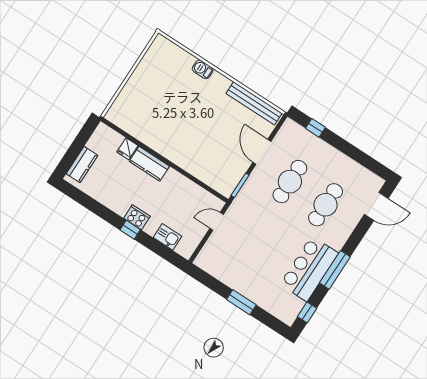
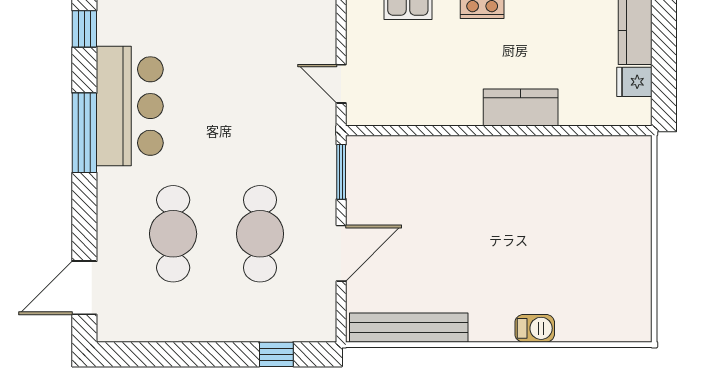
fridge: (127, 149) -> (634, 82), moved, turned -90
door: (262, 152) -> (341, 253), hinge flipped
door: (217, 221) -> (341, 84), swing flipped

